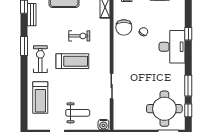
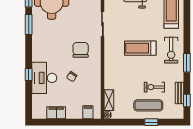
chair: (124, 27) -> (81, 50), moved
exercise bike: (79, 36) -> (154, 87), moved
desk: (172, 47) -> (44, 78), moved

